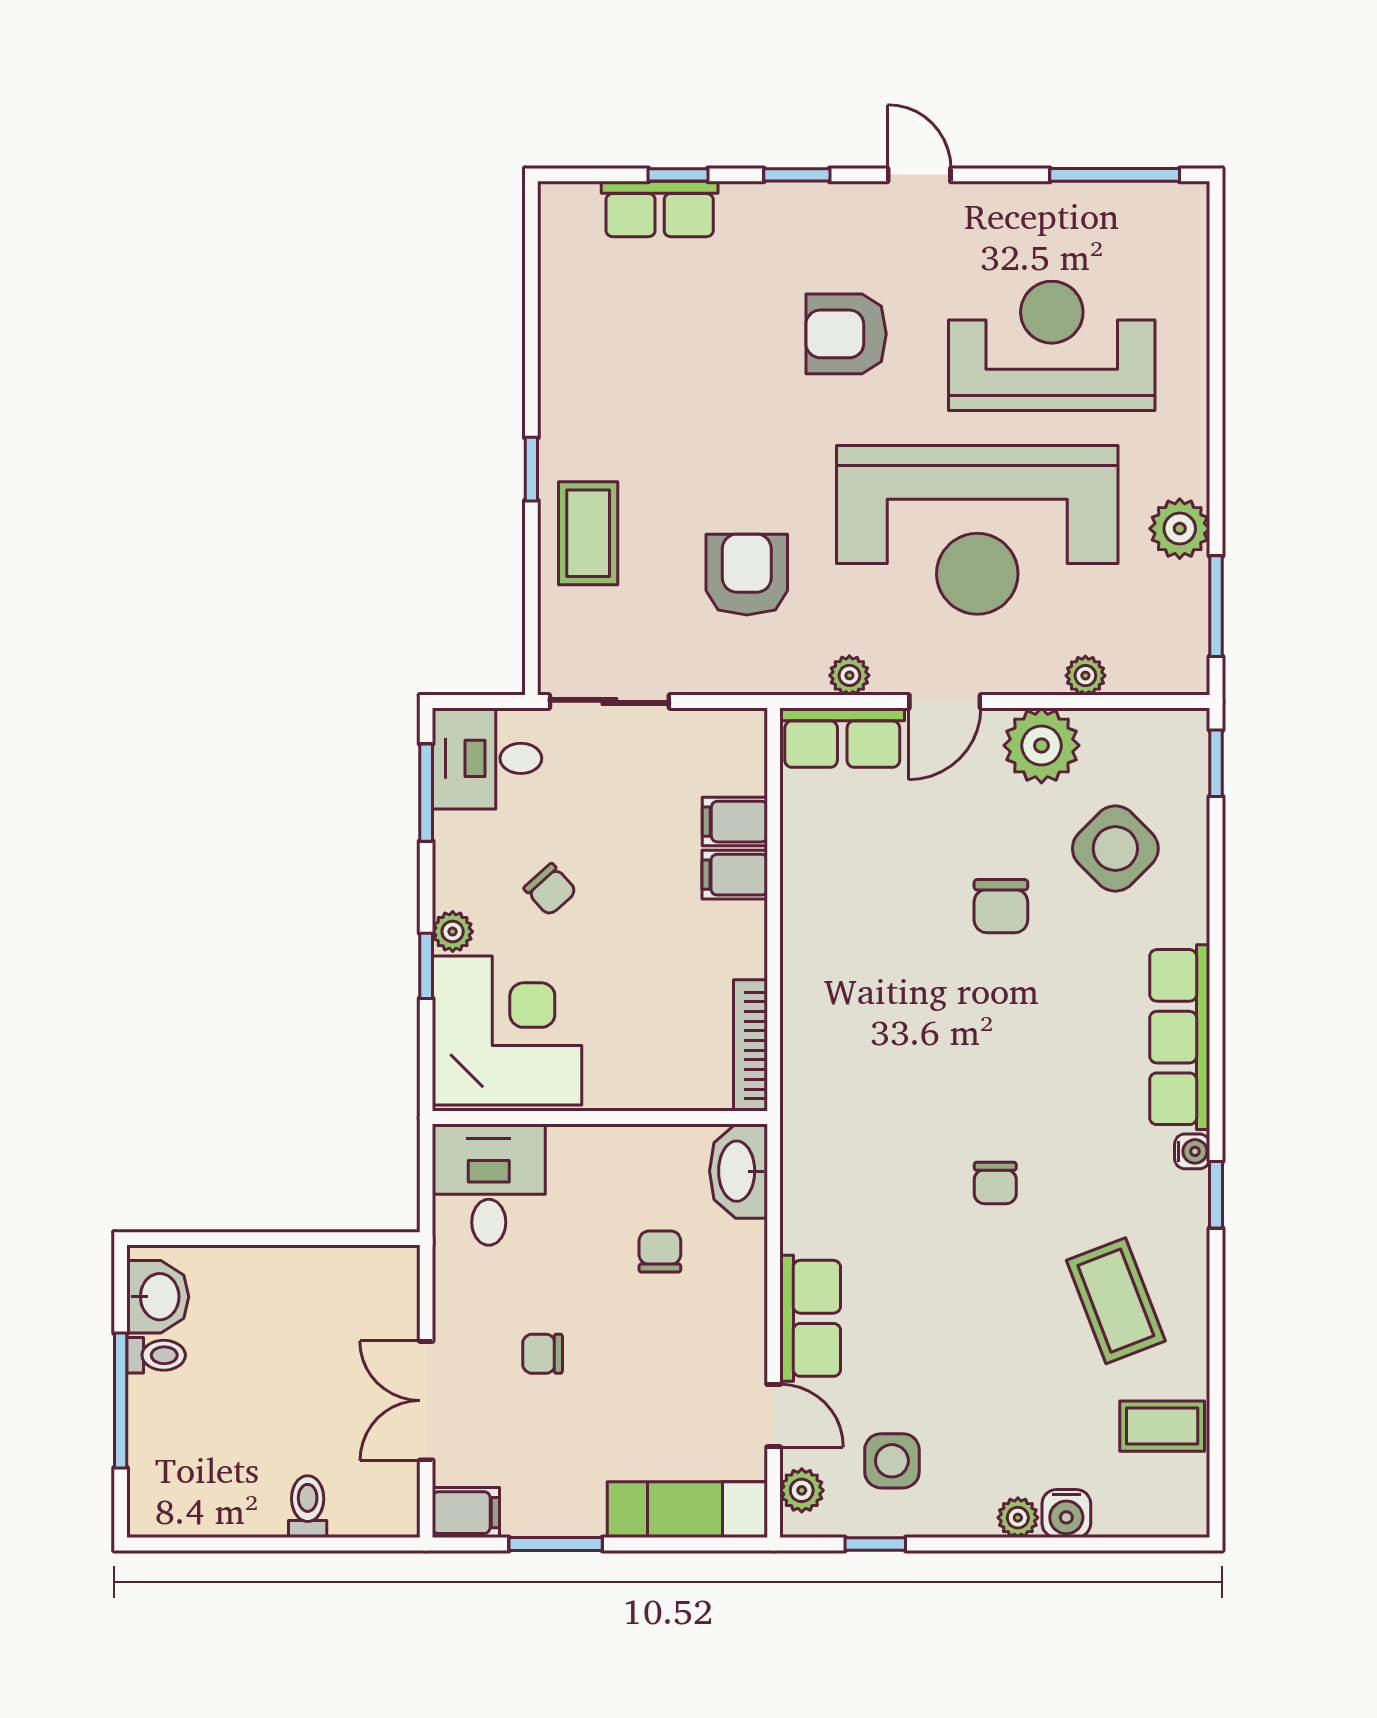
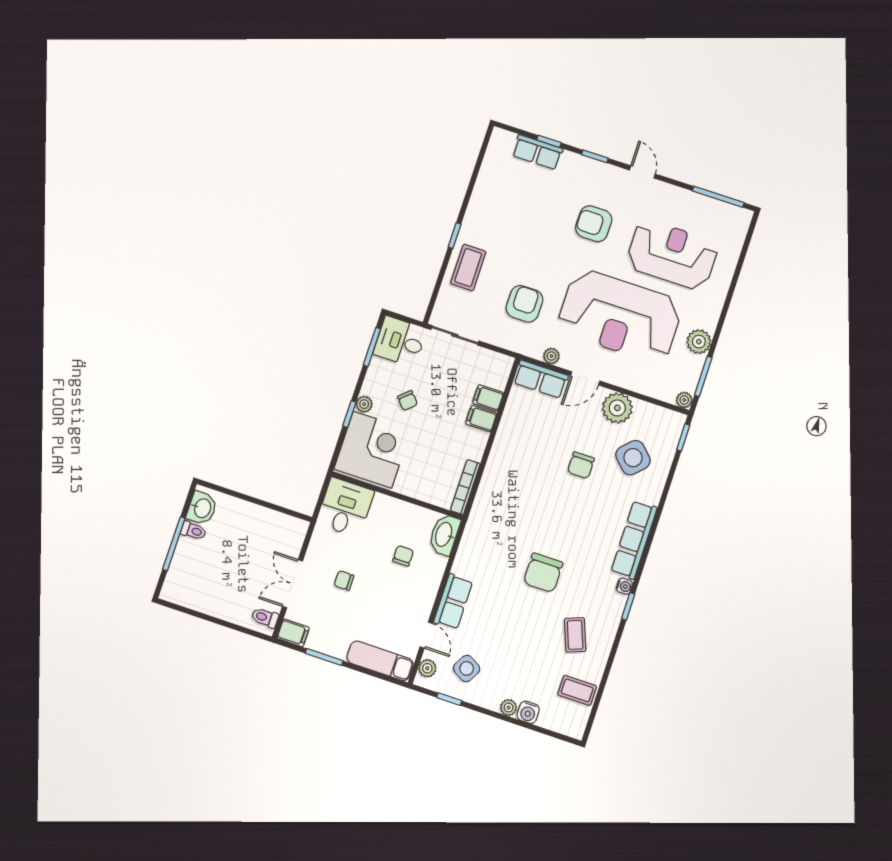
plant: (1085, 676) -> (684, 400), moved
chair: (995, 1183) -> (543, 573), width x1.87, depth x1.87
coffee table: (1116, 1301) -> (575, 635), width x0.73, depth x0.77
side table: (892, 1461) -> (467, 668), turned 30
toilet: (308, 1507) -> (265, 618), moved, turned -90

